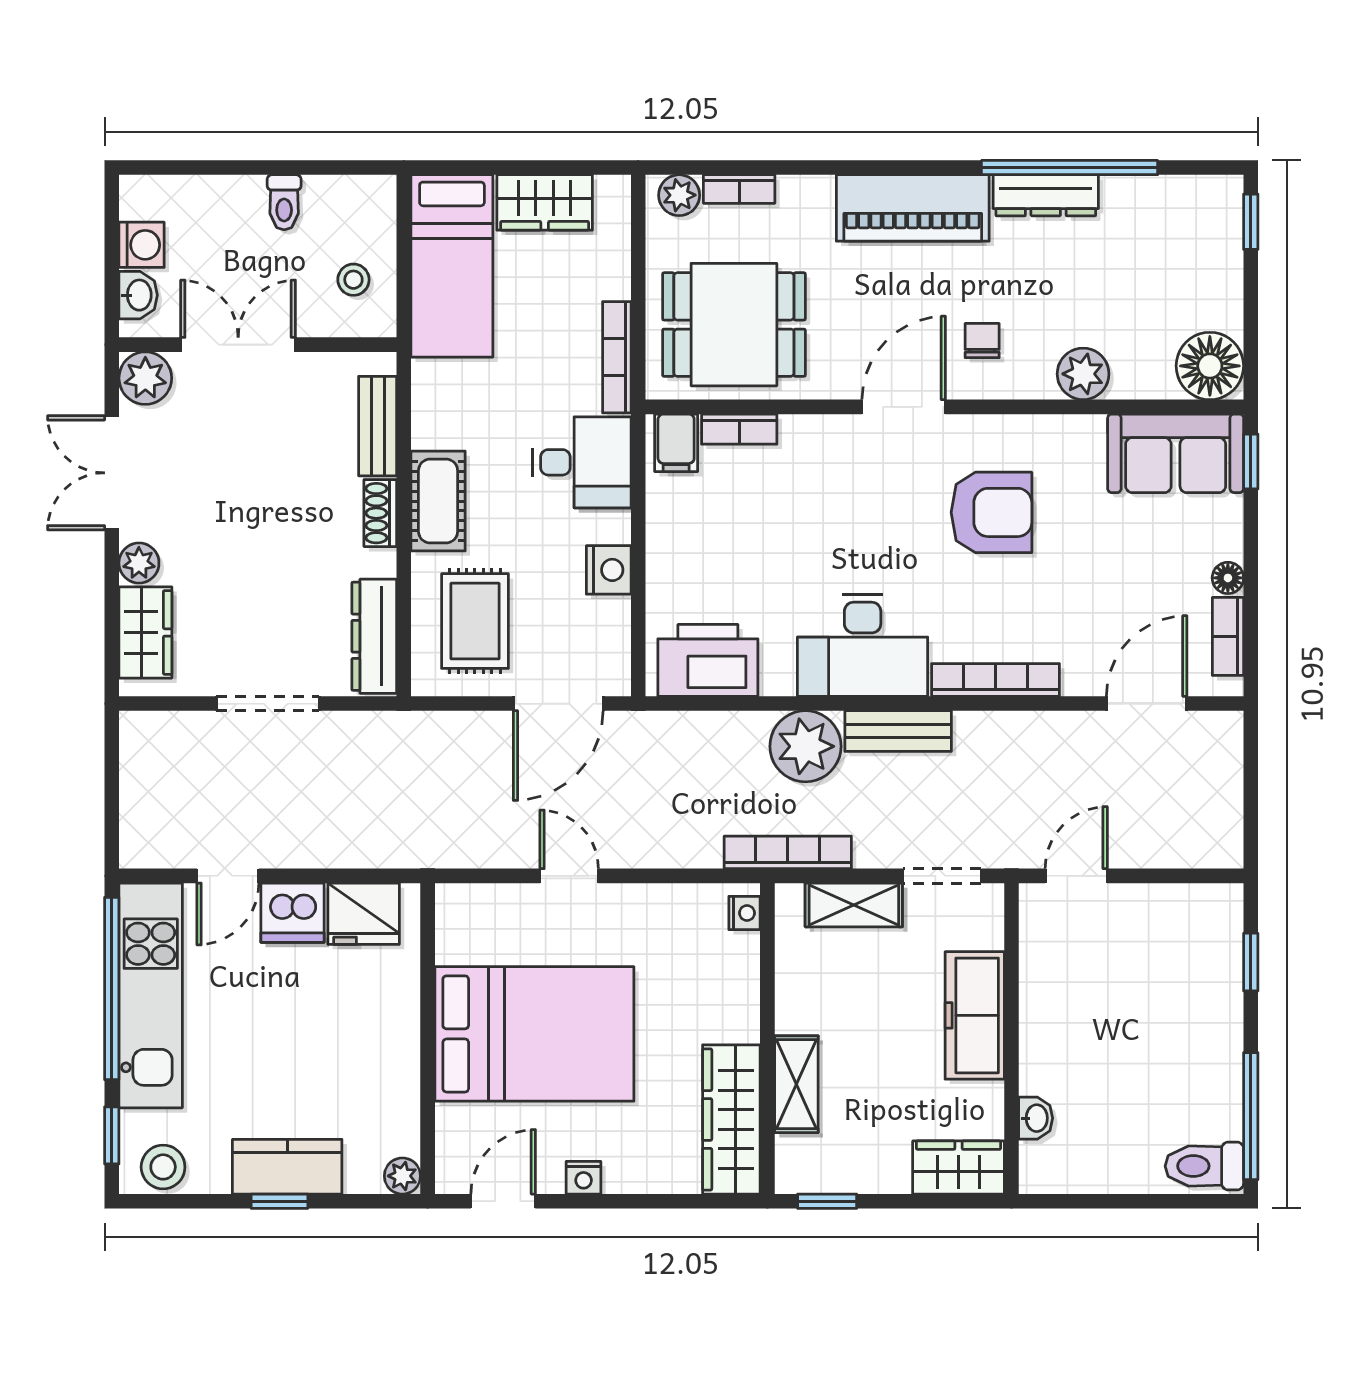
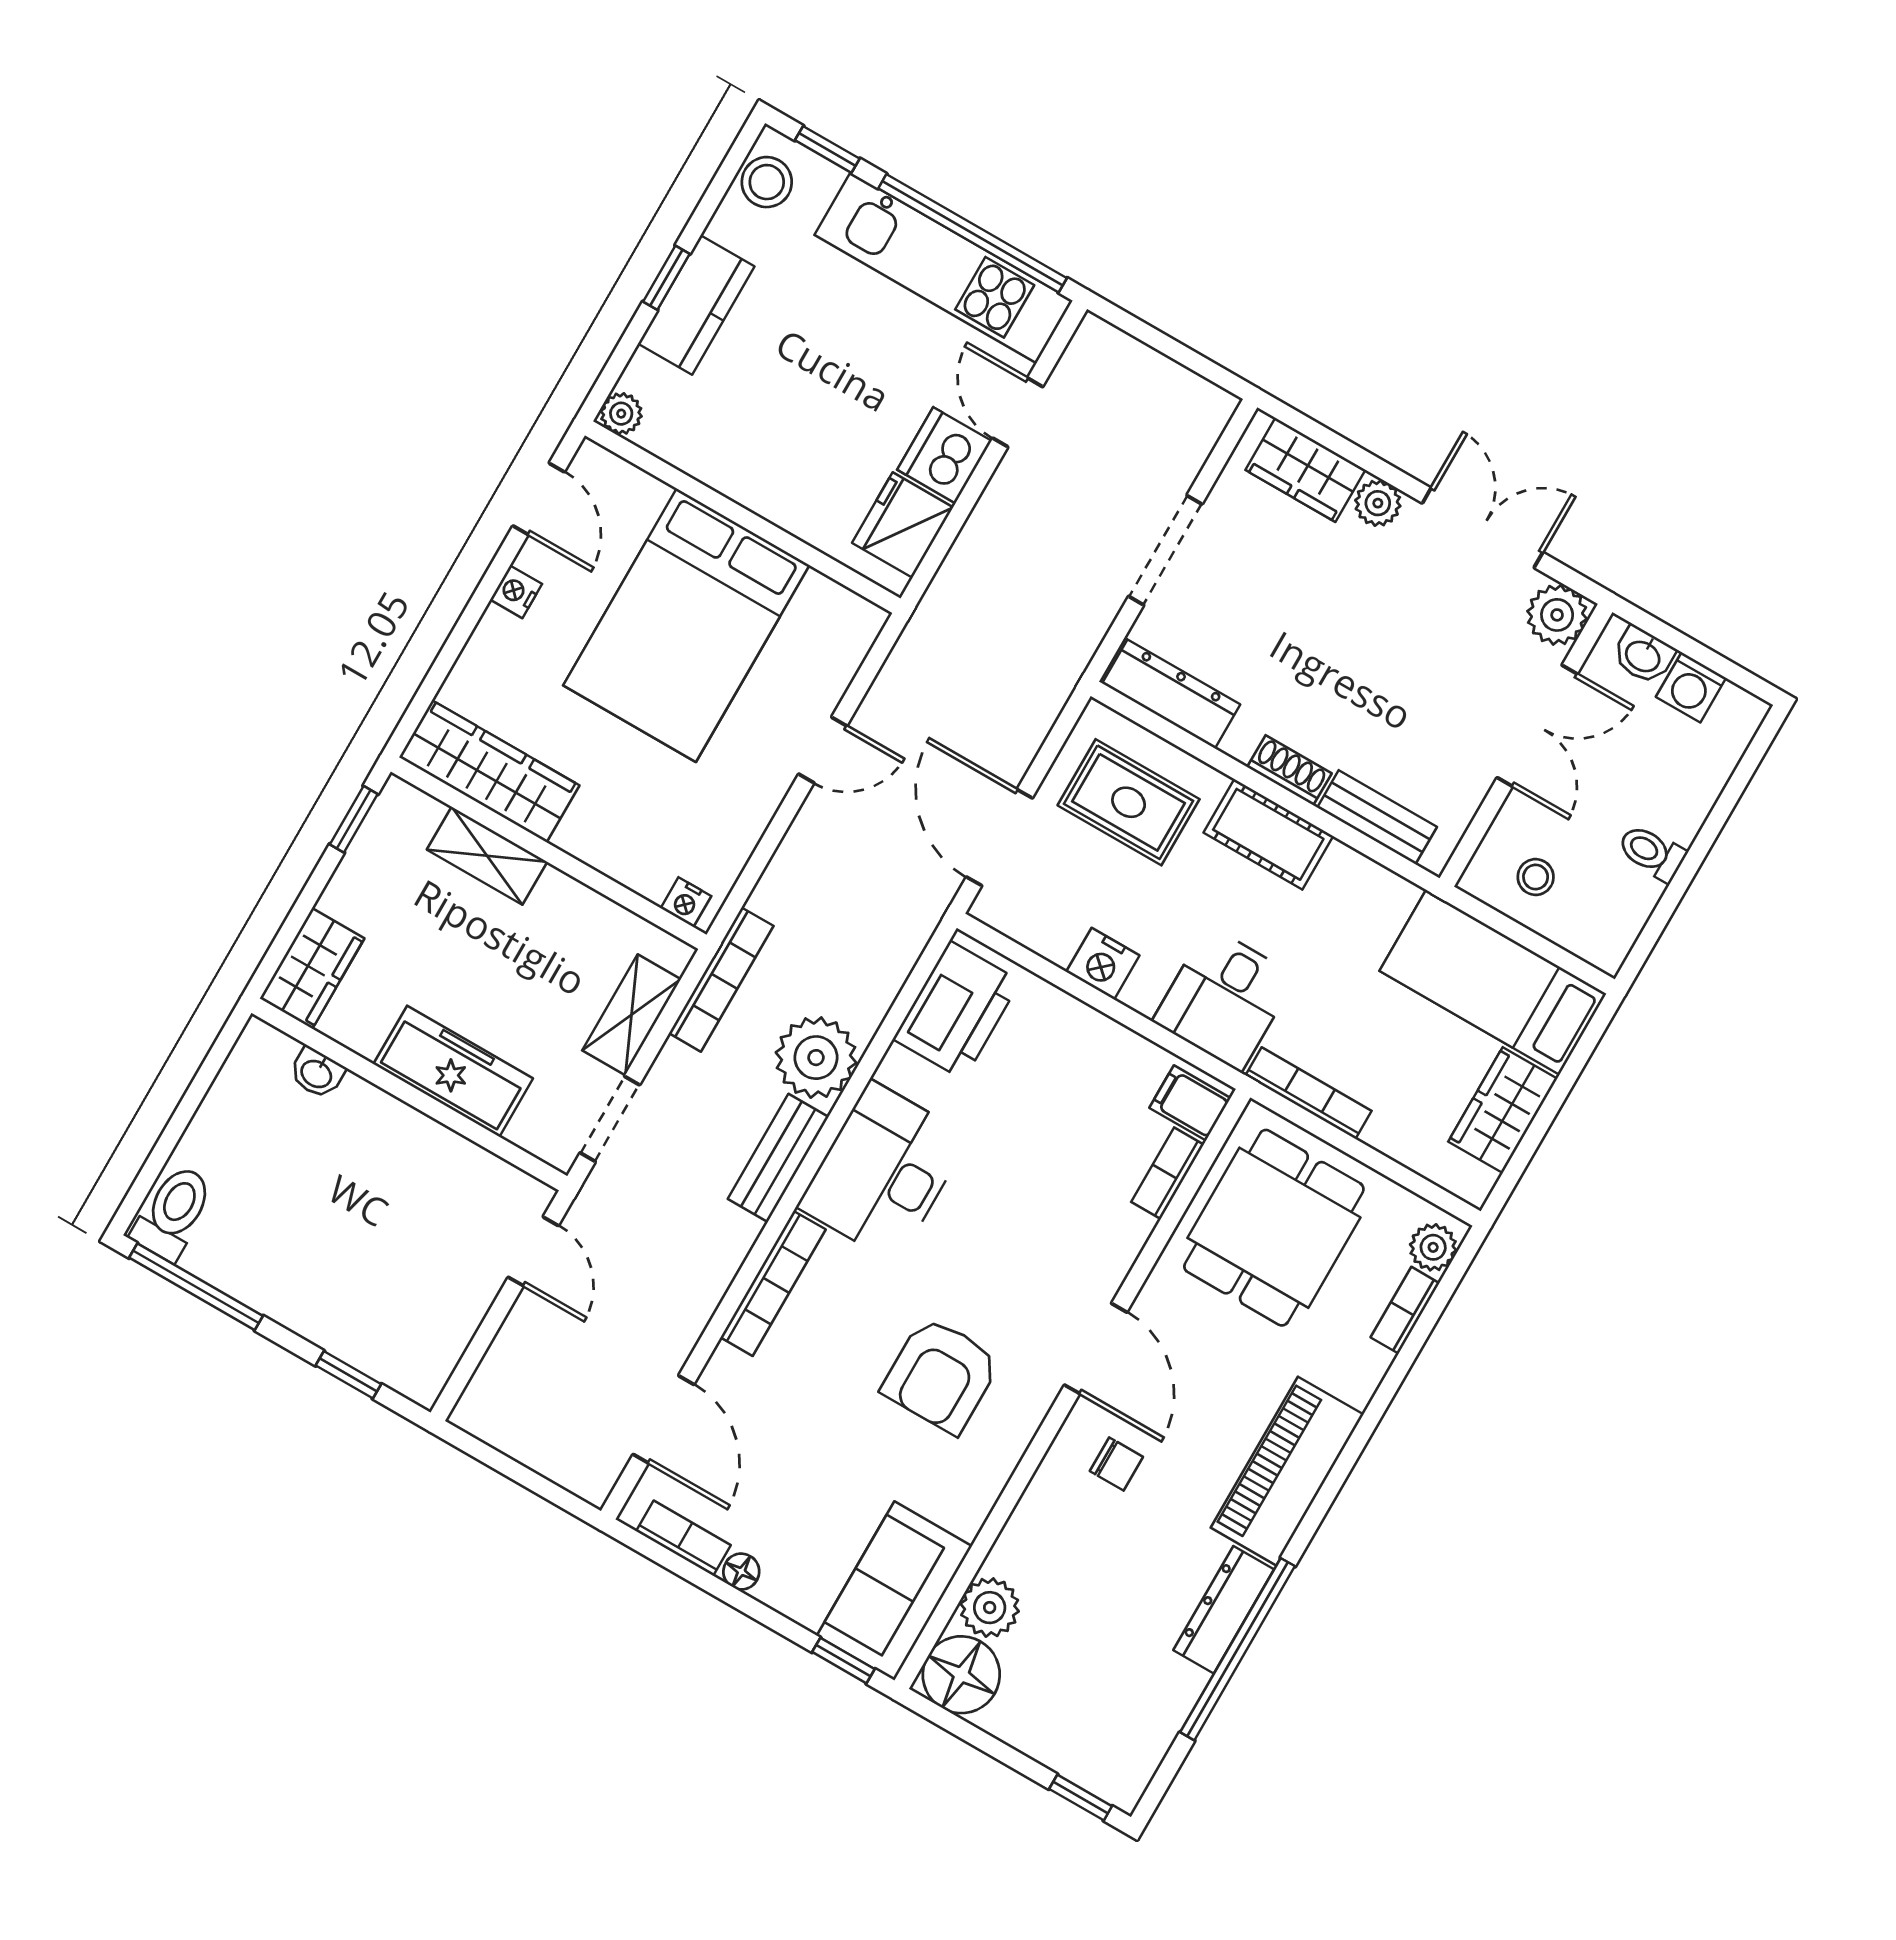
plant: (1083, 374) -> (990, 1608), moved

